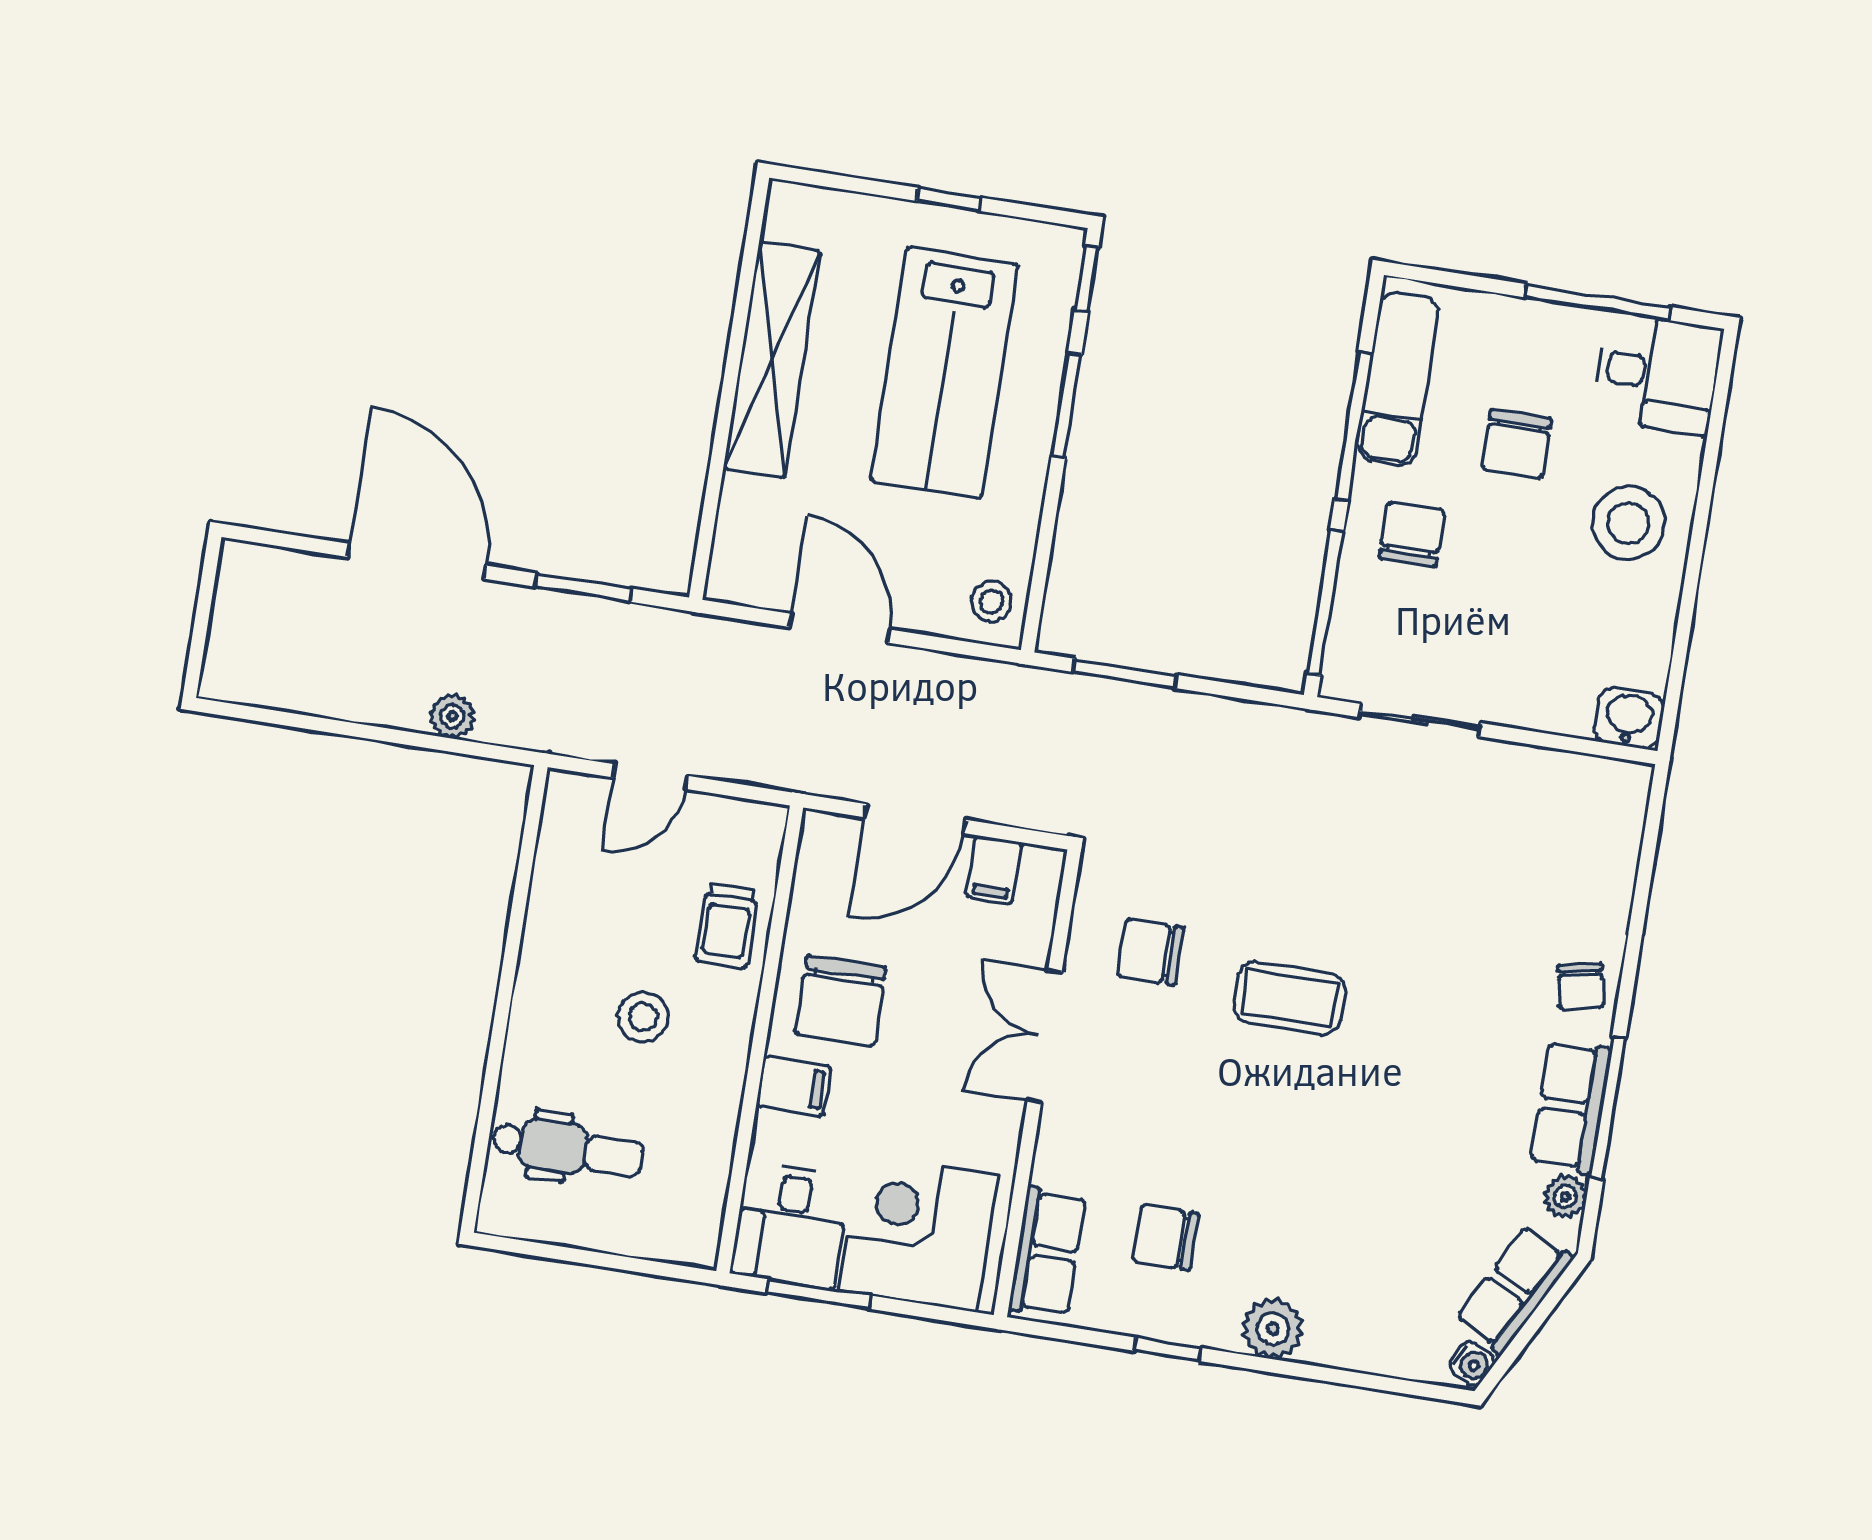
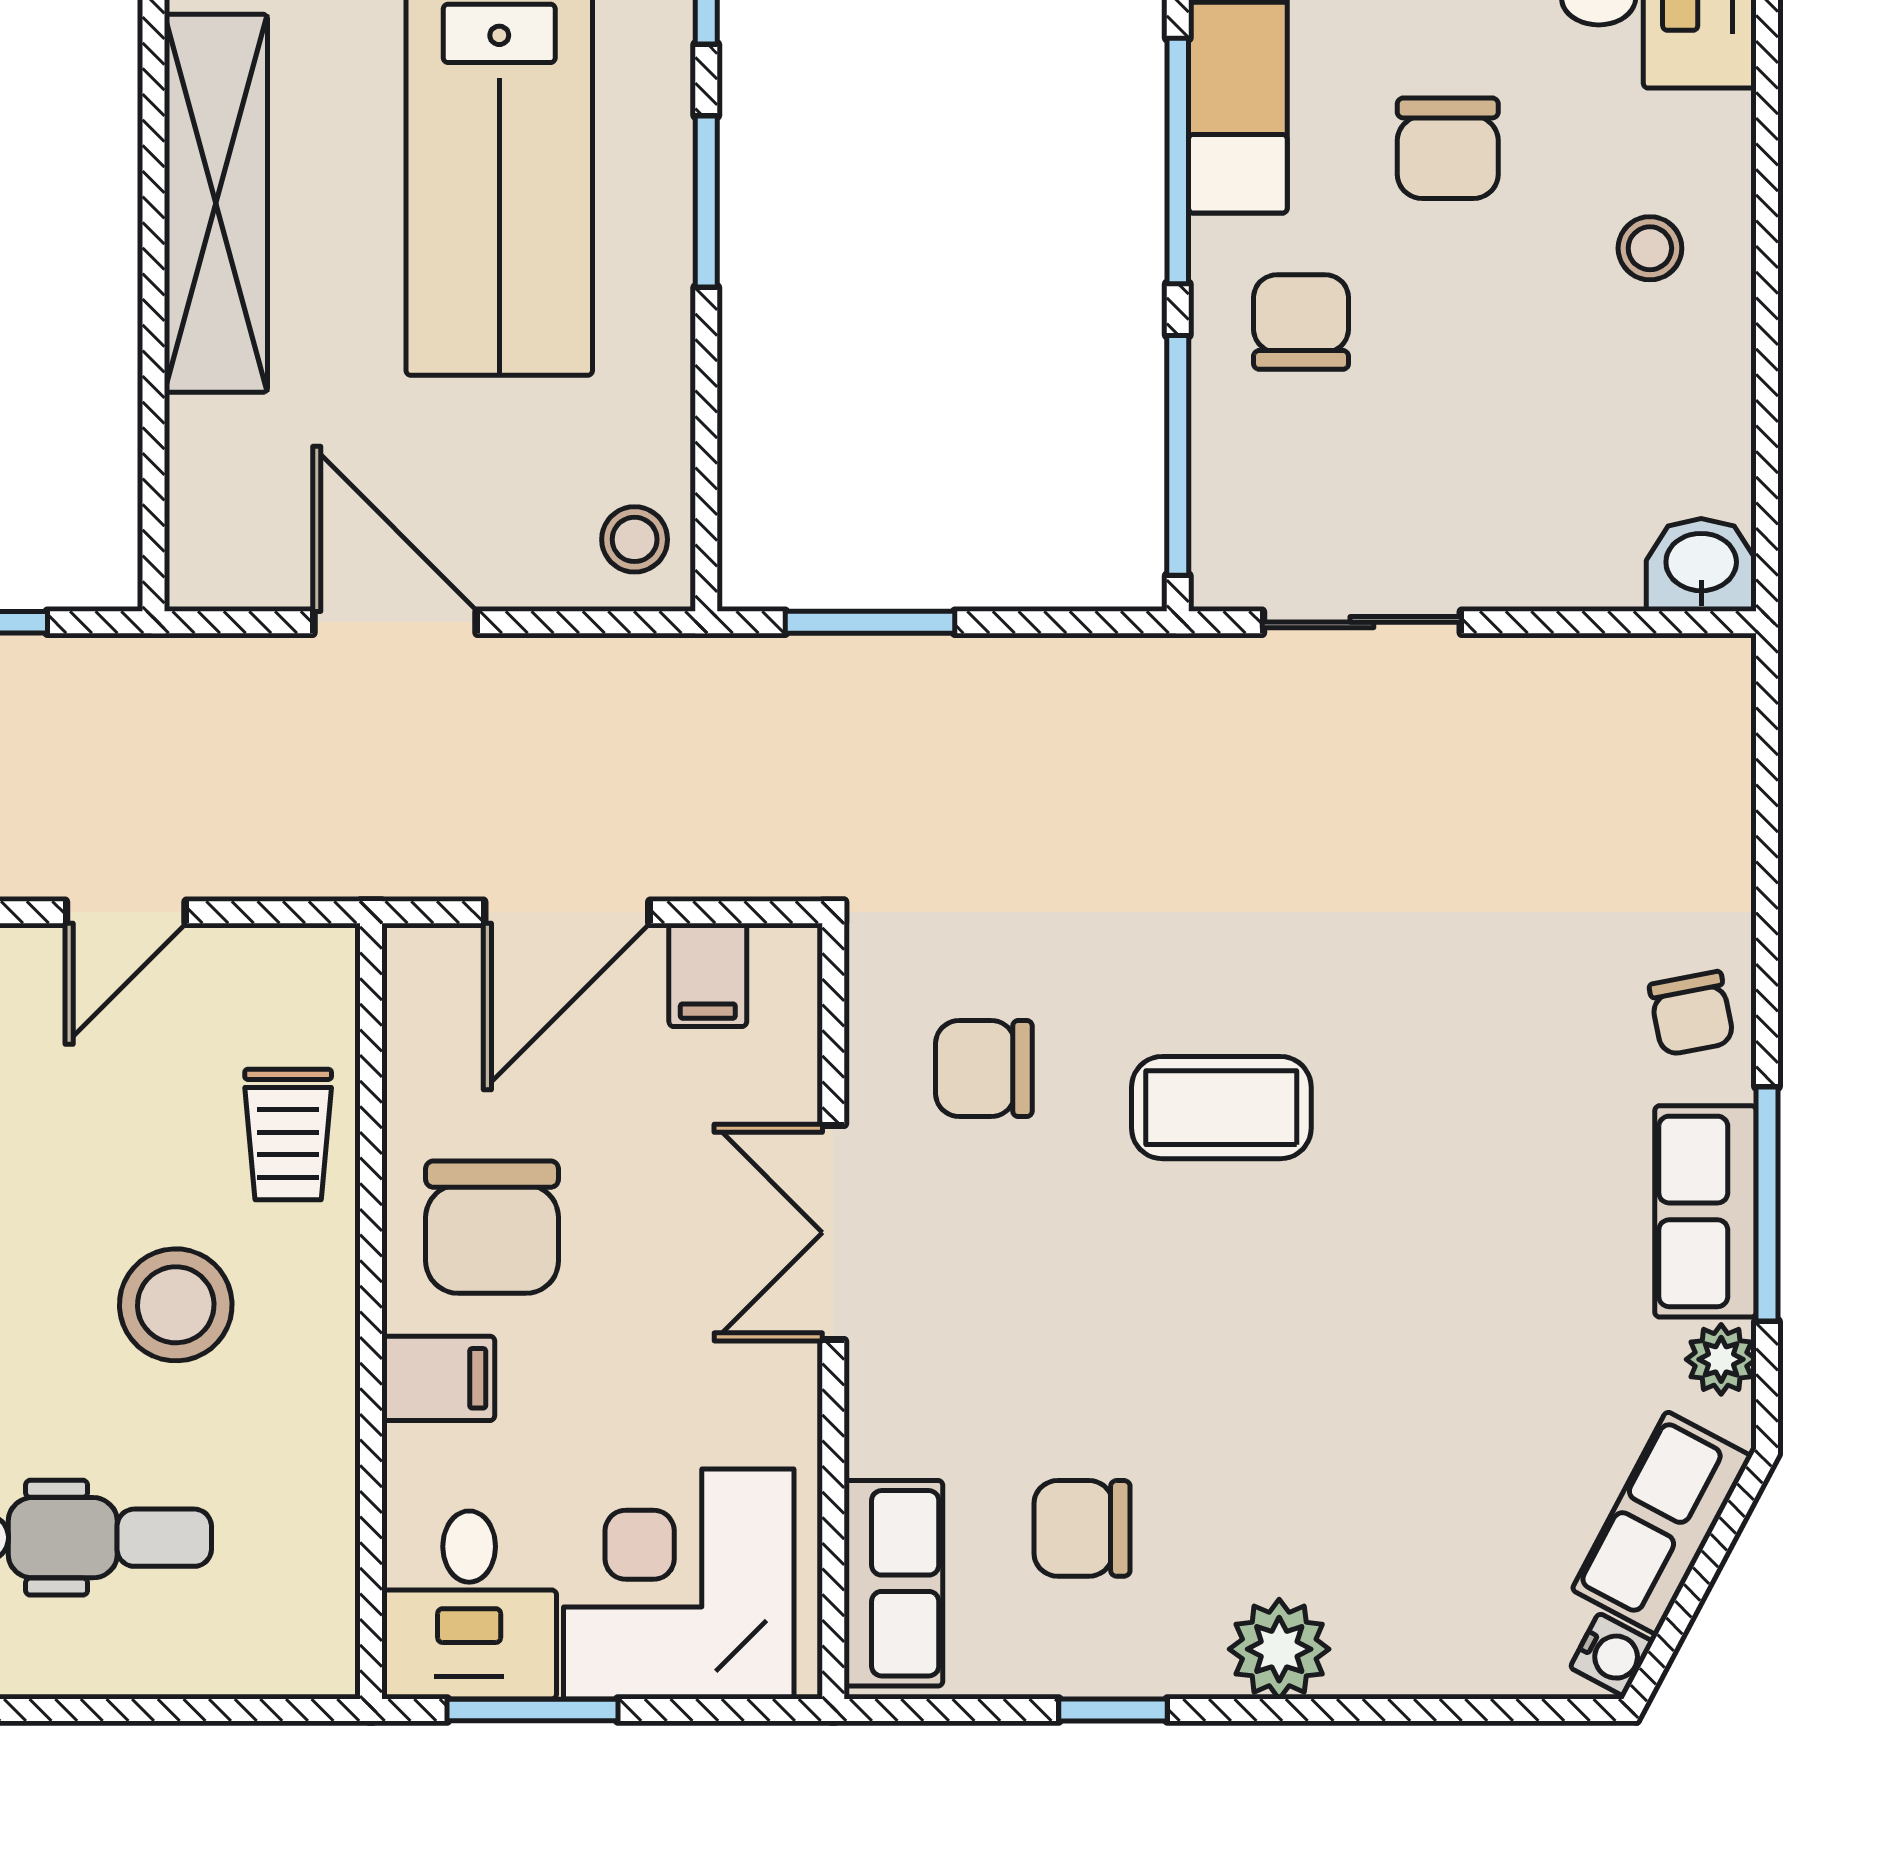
stool: (1628, 523) -> (1650, 248), width x0.53, depth x0.53
stool: (643, 1017) -> (176, 1305), width x1.38, depth x1.38

